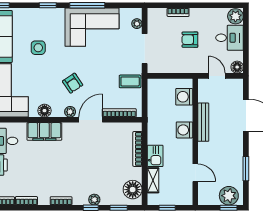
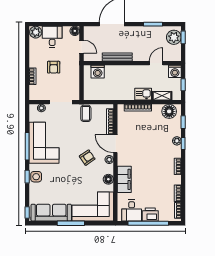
side table: (38, 48) -> (36, 177), moved
door: (217, 76) -> (82, 47), swing flipped
washing machine: (184, 130) -> (175, 71), moved

